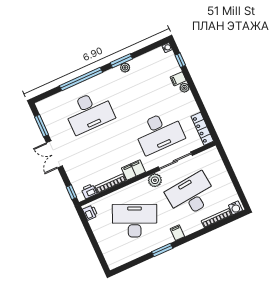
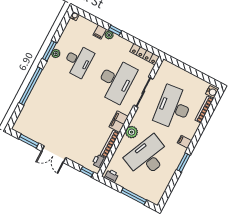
window: (180, 60) -> (115, 30), moved
desk: (89, 112) -> (78, 61), moved, width x0.73, depth x0.77
plant: (155, 180) -> (132, 132), moved
window: (96, 246) -> (134, 196), added

